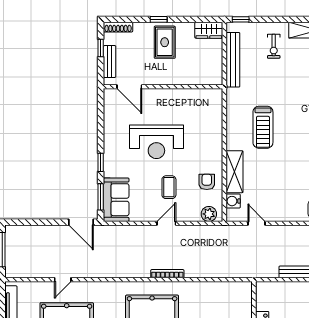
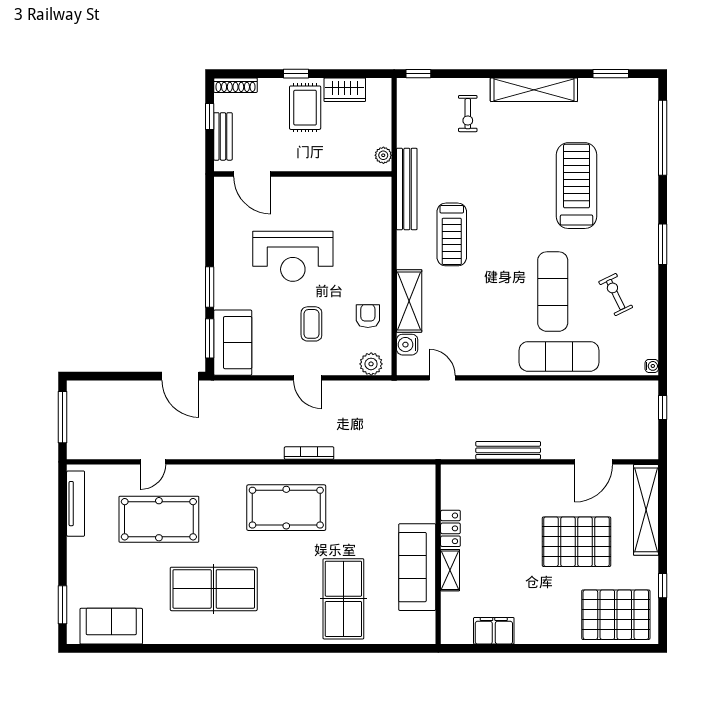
wardrobe: (209, 30) -> (345, 90), moved
bench: (233, 60) -> (407, 189), moved
plant: (217, 74) -> (383, 155), added
window: (101, 162) -> (210, 287), width x1.50
door: (166, 223) -> (308, 378), swing flipped

